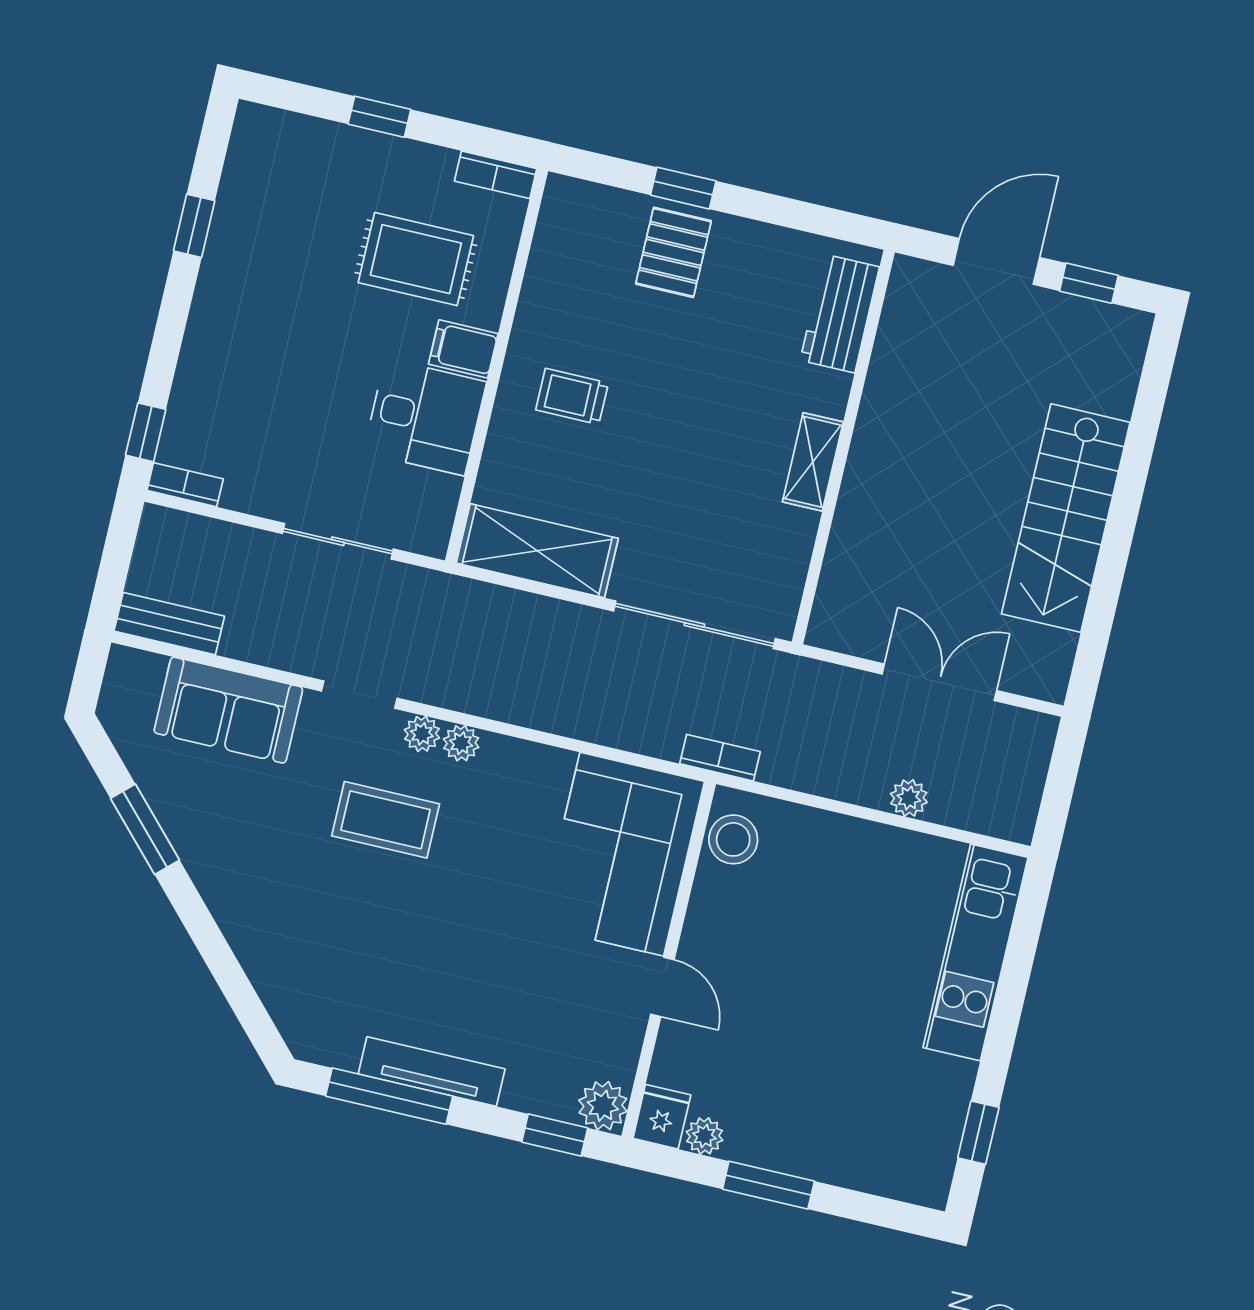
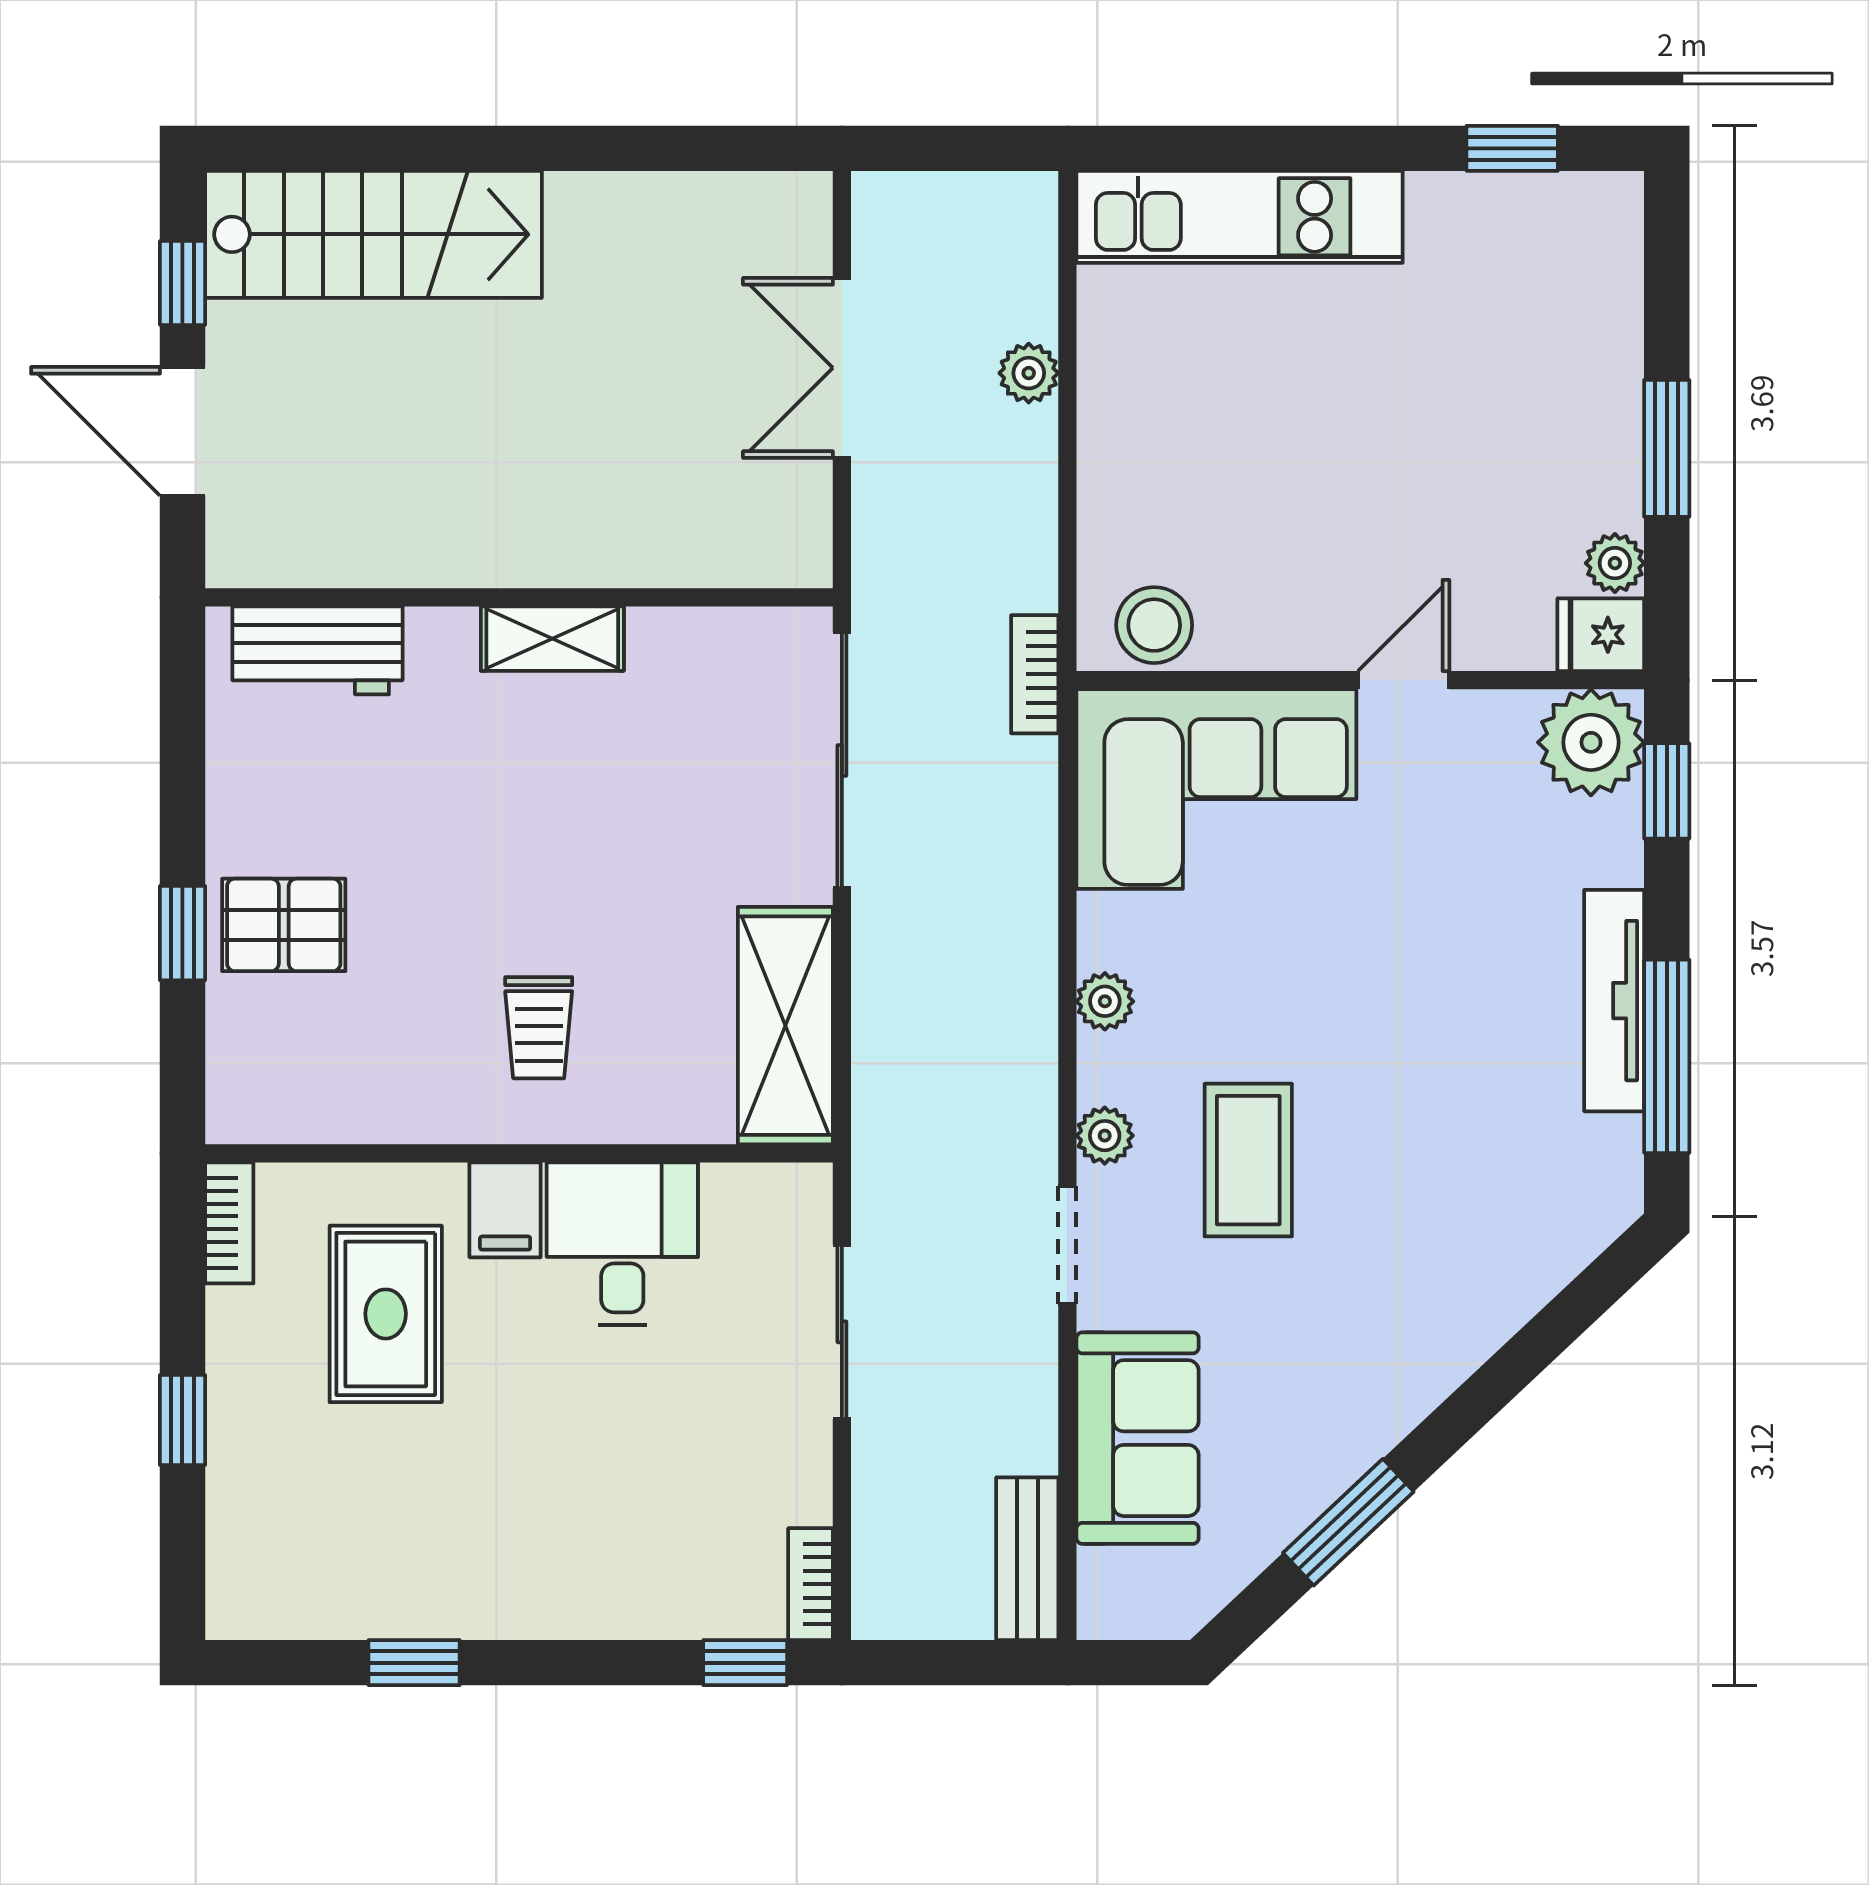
stairs: (1066, 518) -> (373, 234), moved
plant: (461, 743) -> (1105, 1001), moved
plant: (603, 1106) -> (1591, 742), width x1.36, depth x1.36

